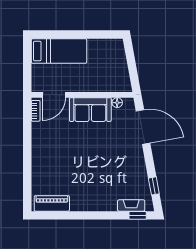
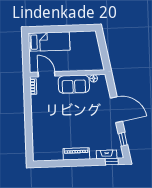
door: (54, 95) -> (46, 74), swing flipped
door: (143, 127) -> (116, 110), moved
piano: (52, 203) -> (76, 154), moved

